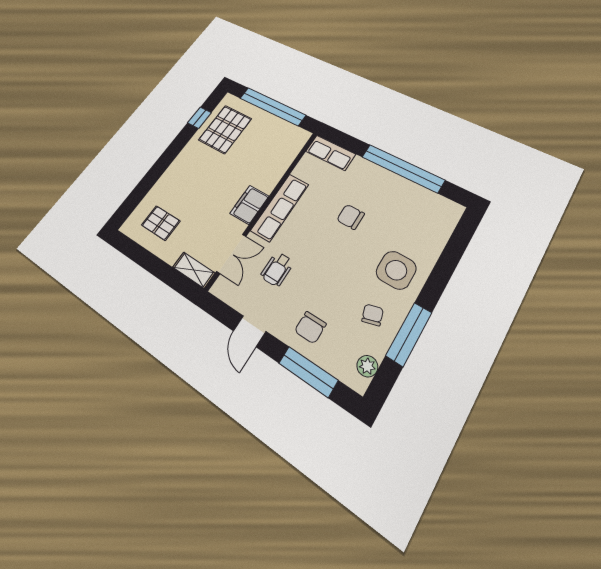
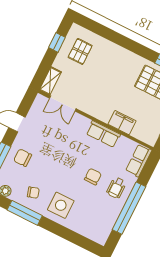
filing cabinet: (249, 205) -> (122, 123), moved
row of seats: (280, 207) -> (103, 134), width x0.68
window: (140, 255) -> (57, 42), added
wheelchair: (277, 269) -> (116, 188), moved, turned -90

